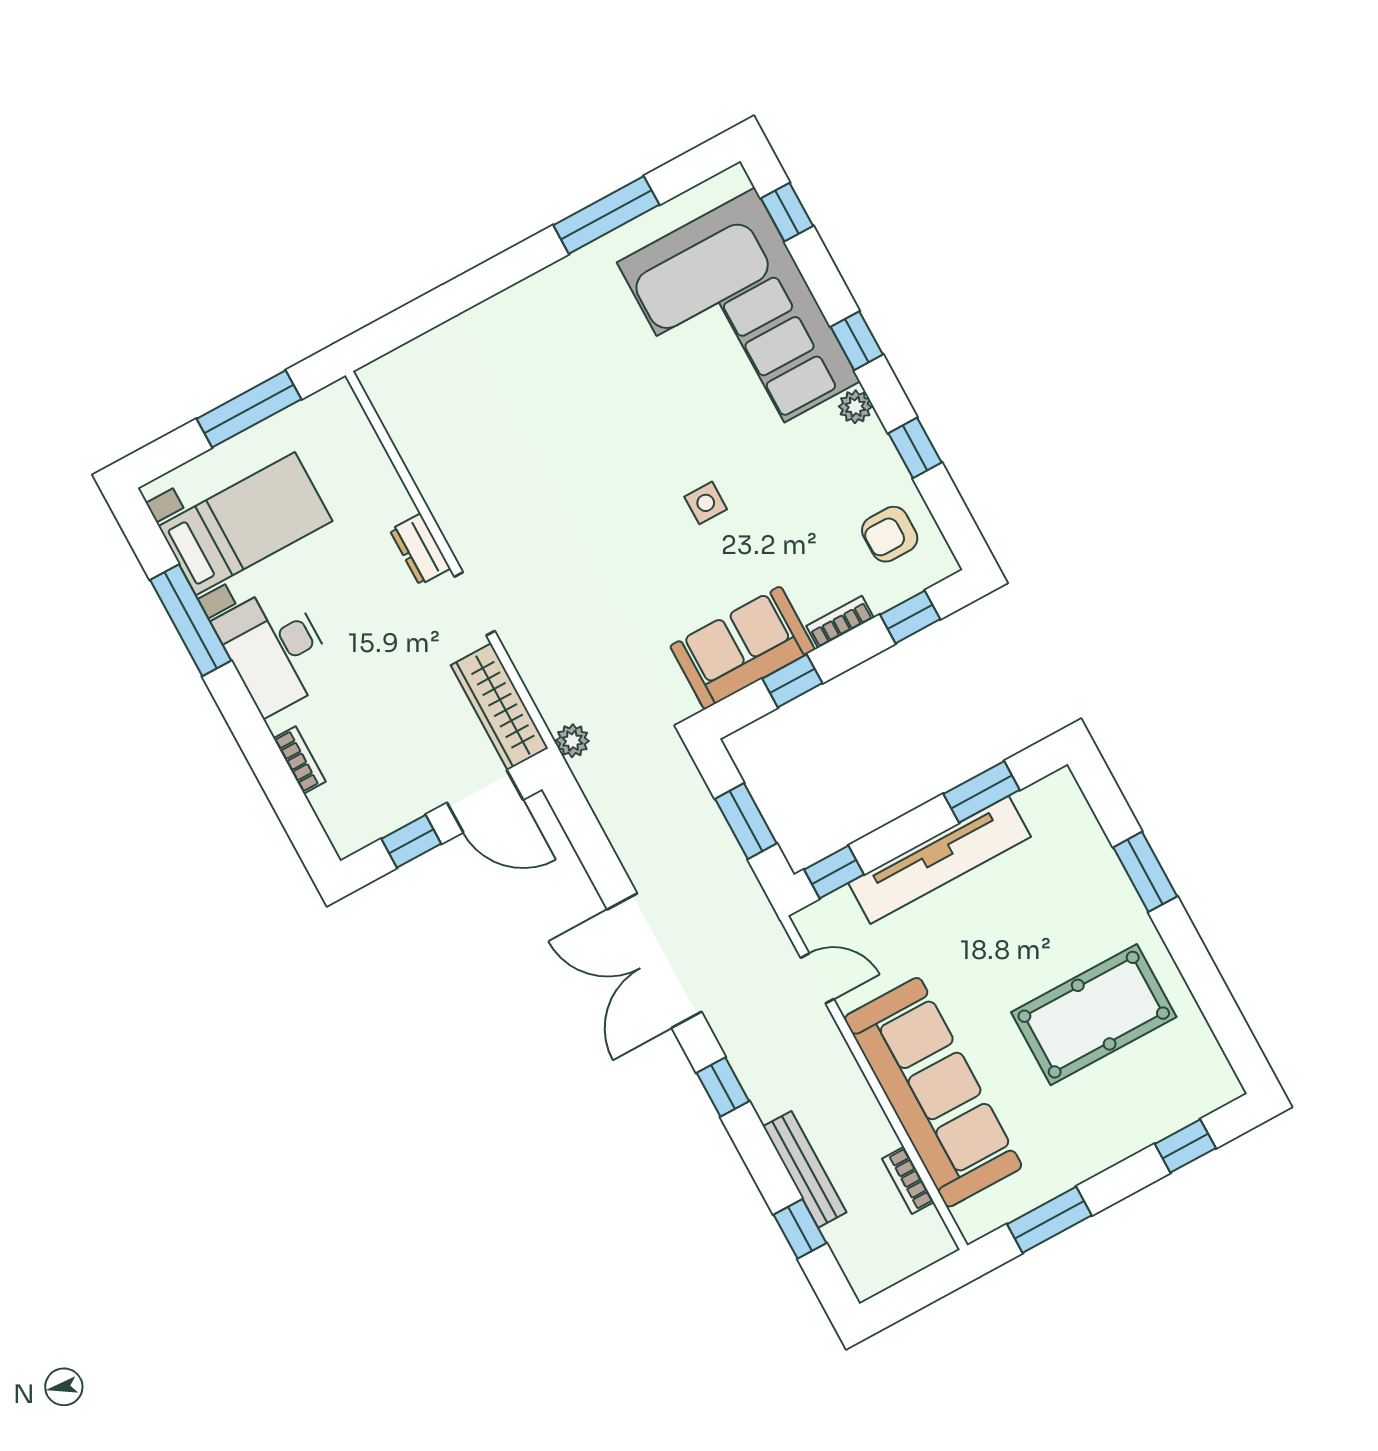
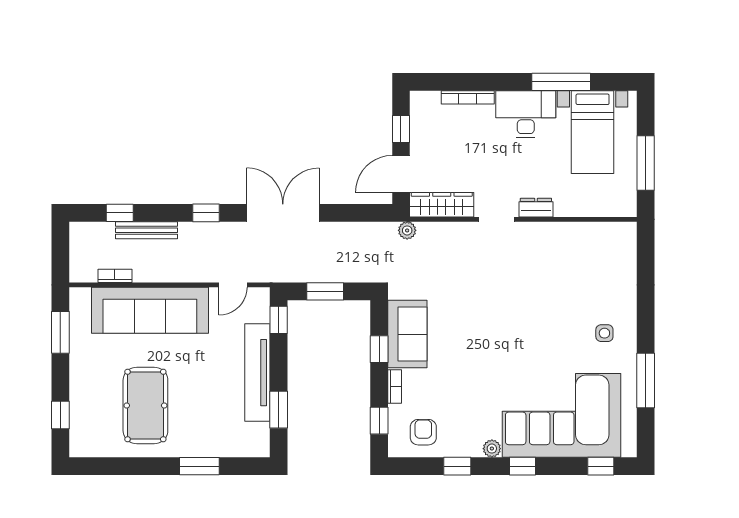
side table: (706, 503) -> (604, 333), moved
bookcase: (300, 760) -> (468, 97), width x1.56

